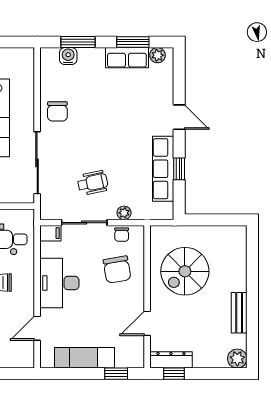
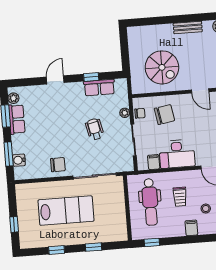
row of seats: (163, 169) -> (99, 88), width x0.68
wheelchair: (93, 183) -> (95, 129), moved
filing cabinet: (50, 233) -> (154, 162), moved

